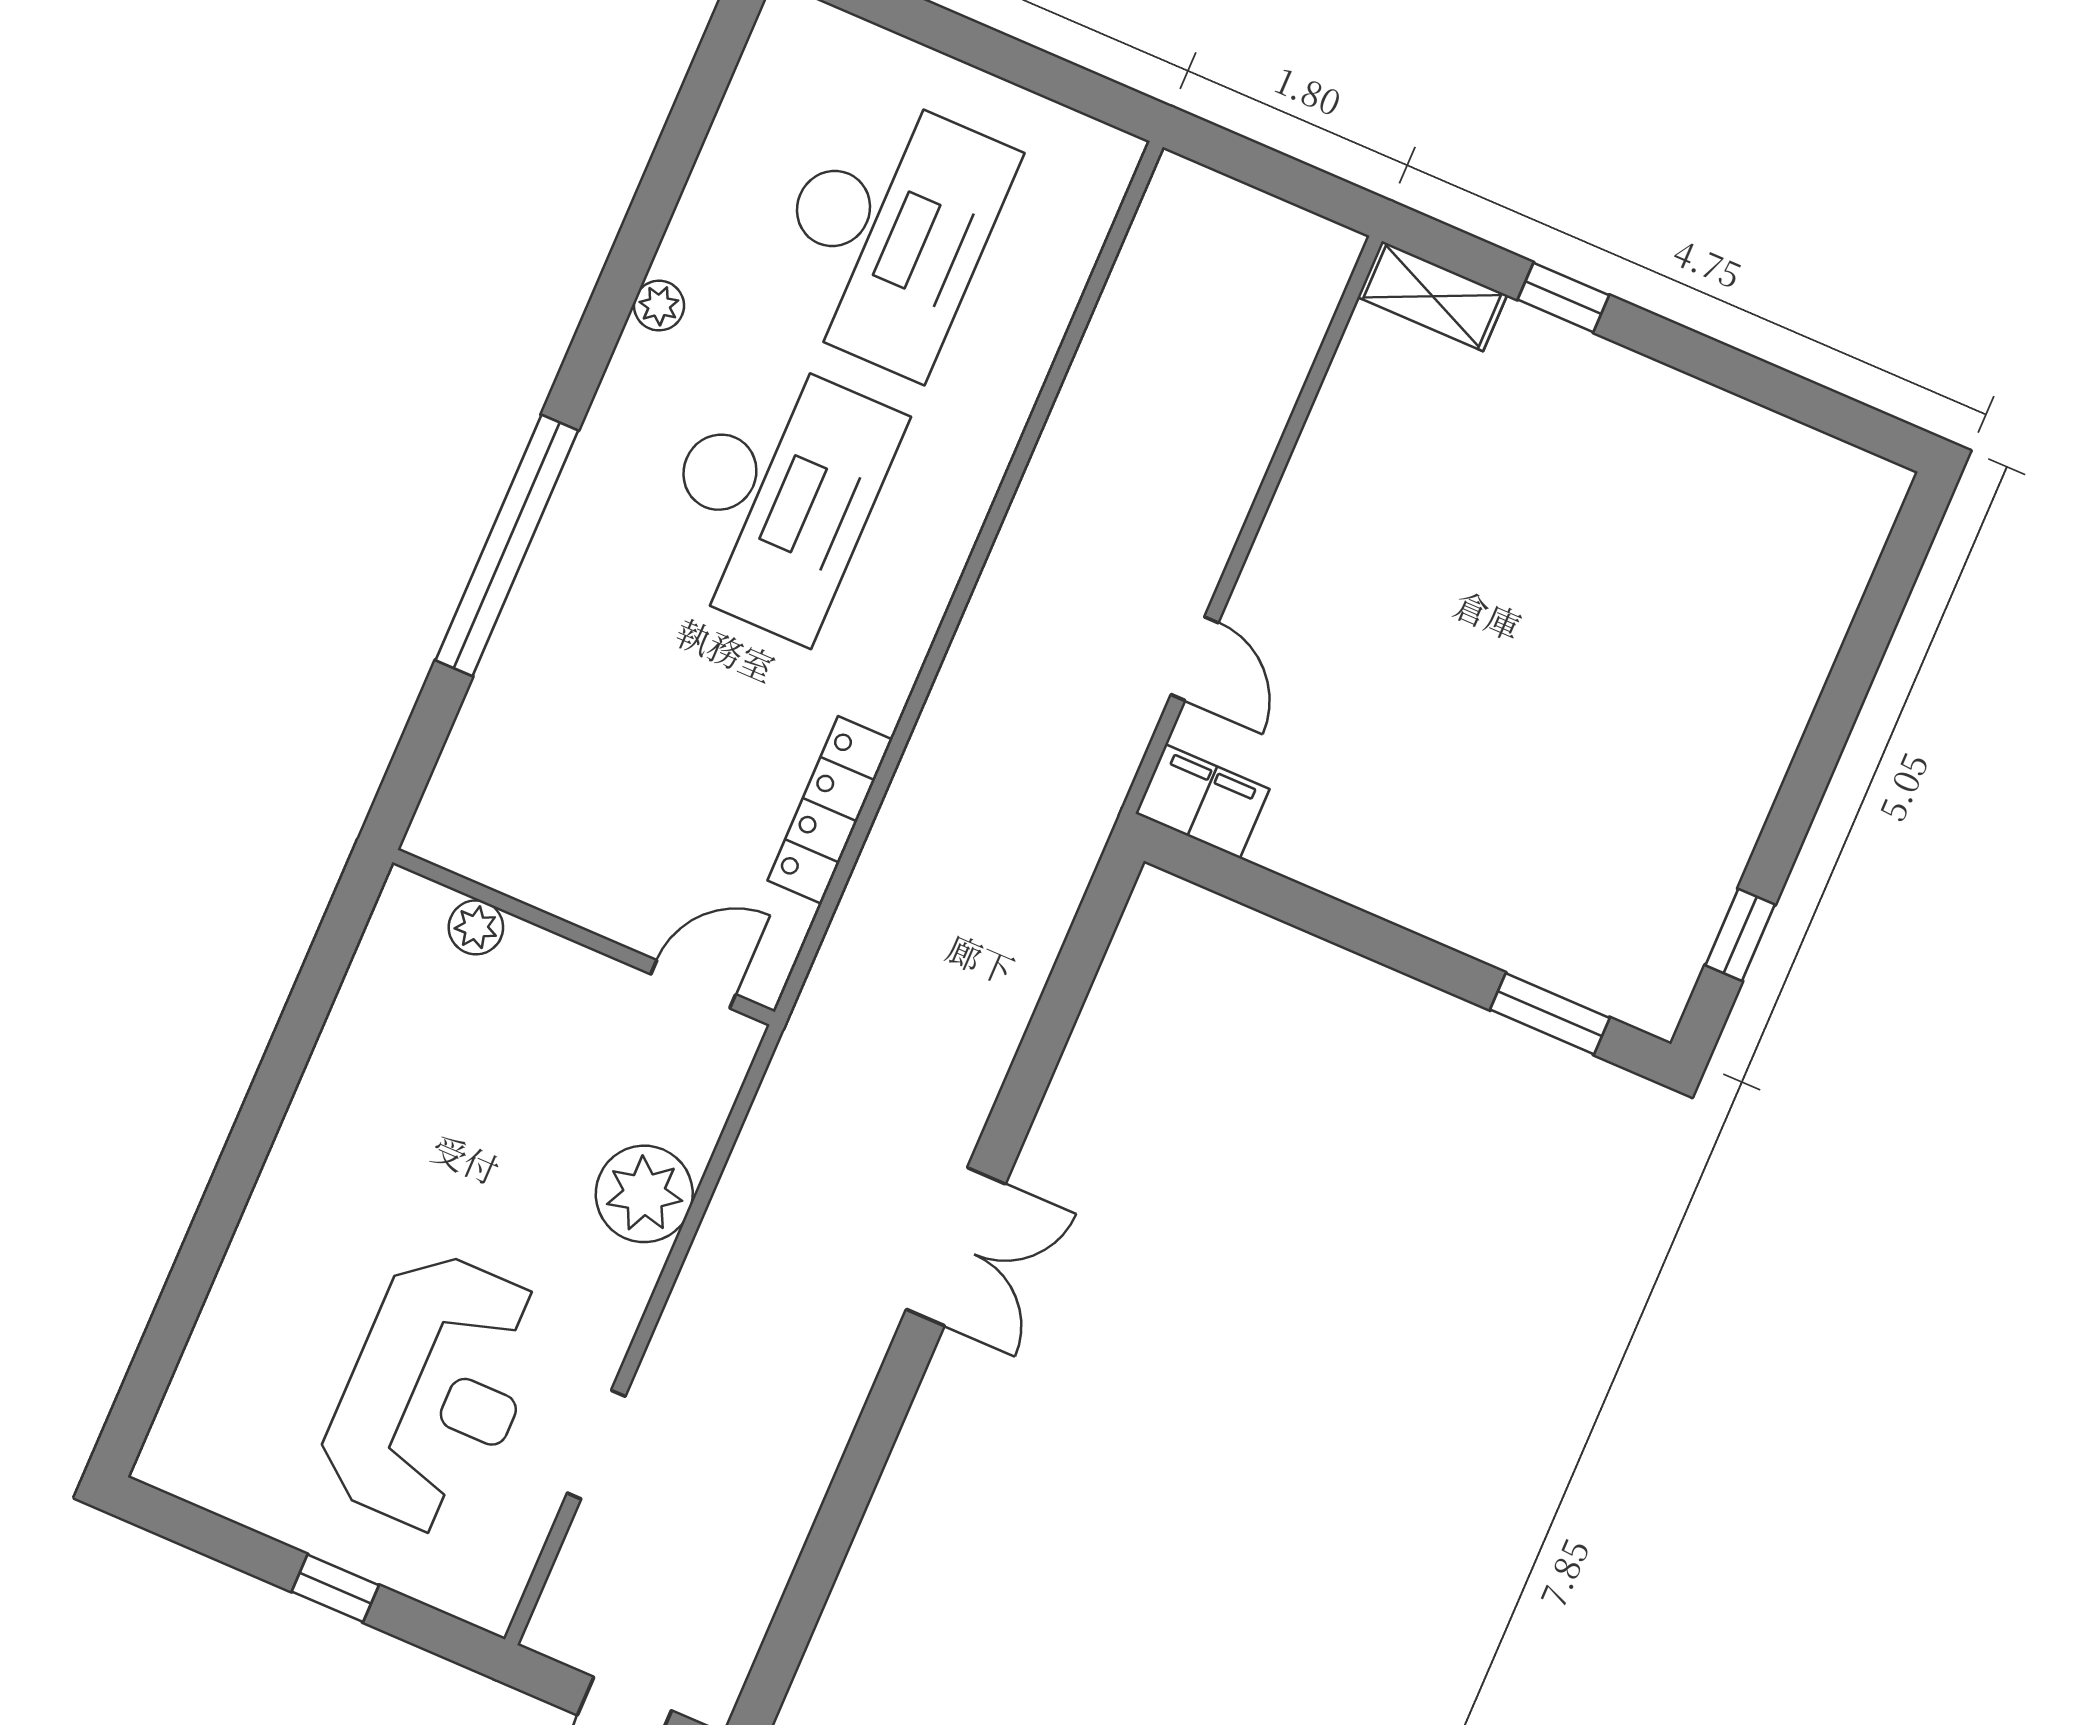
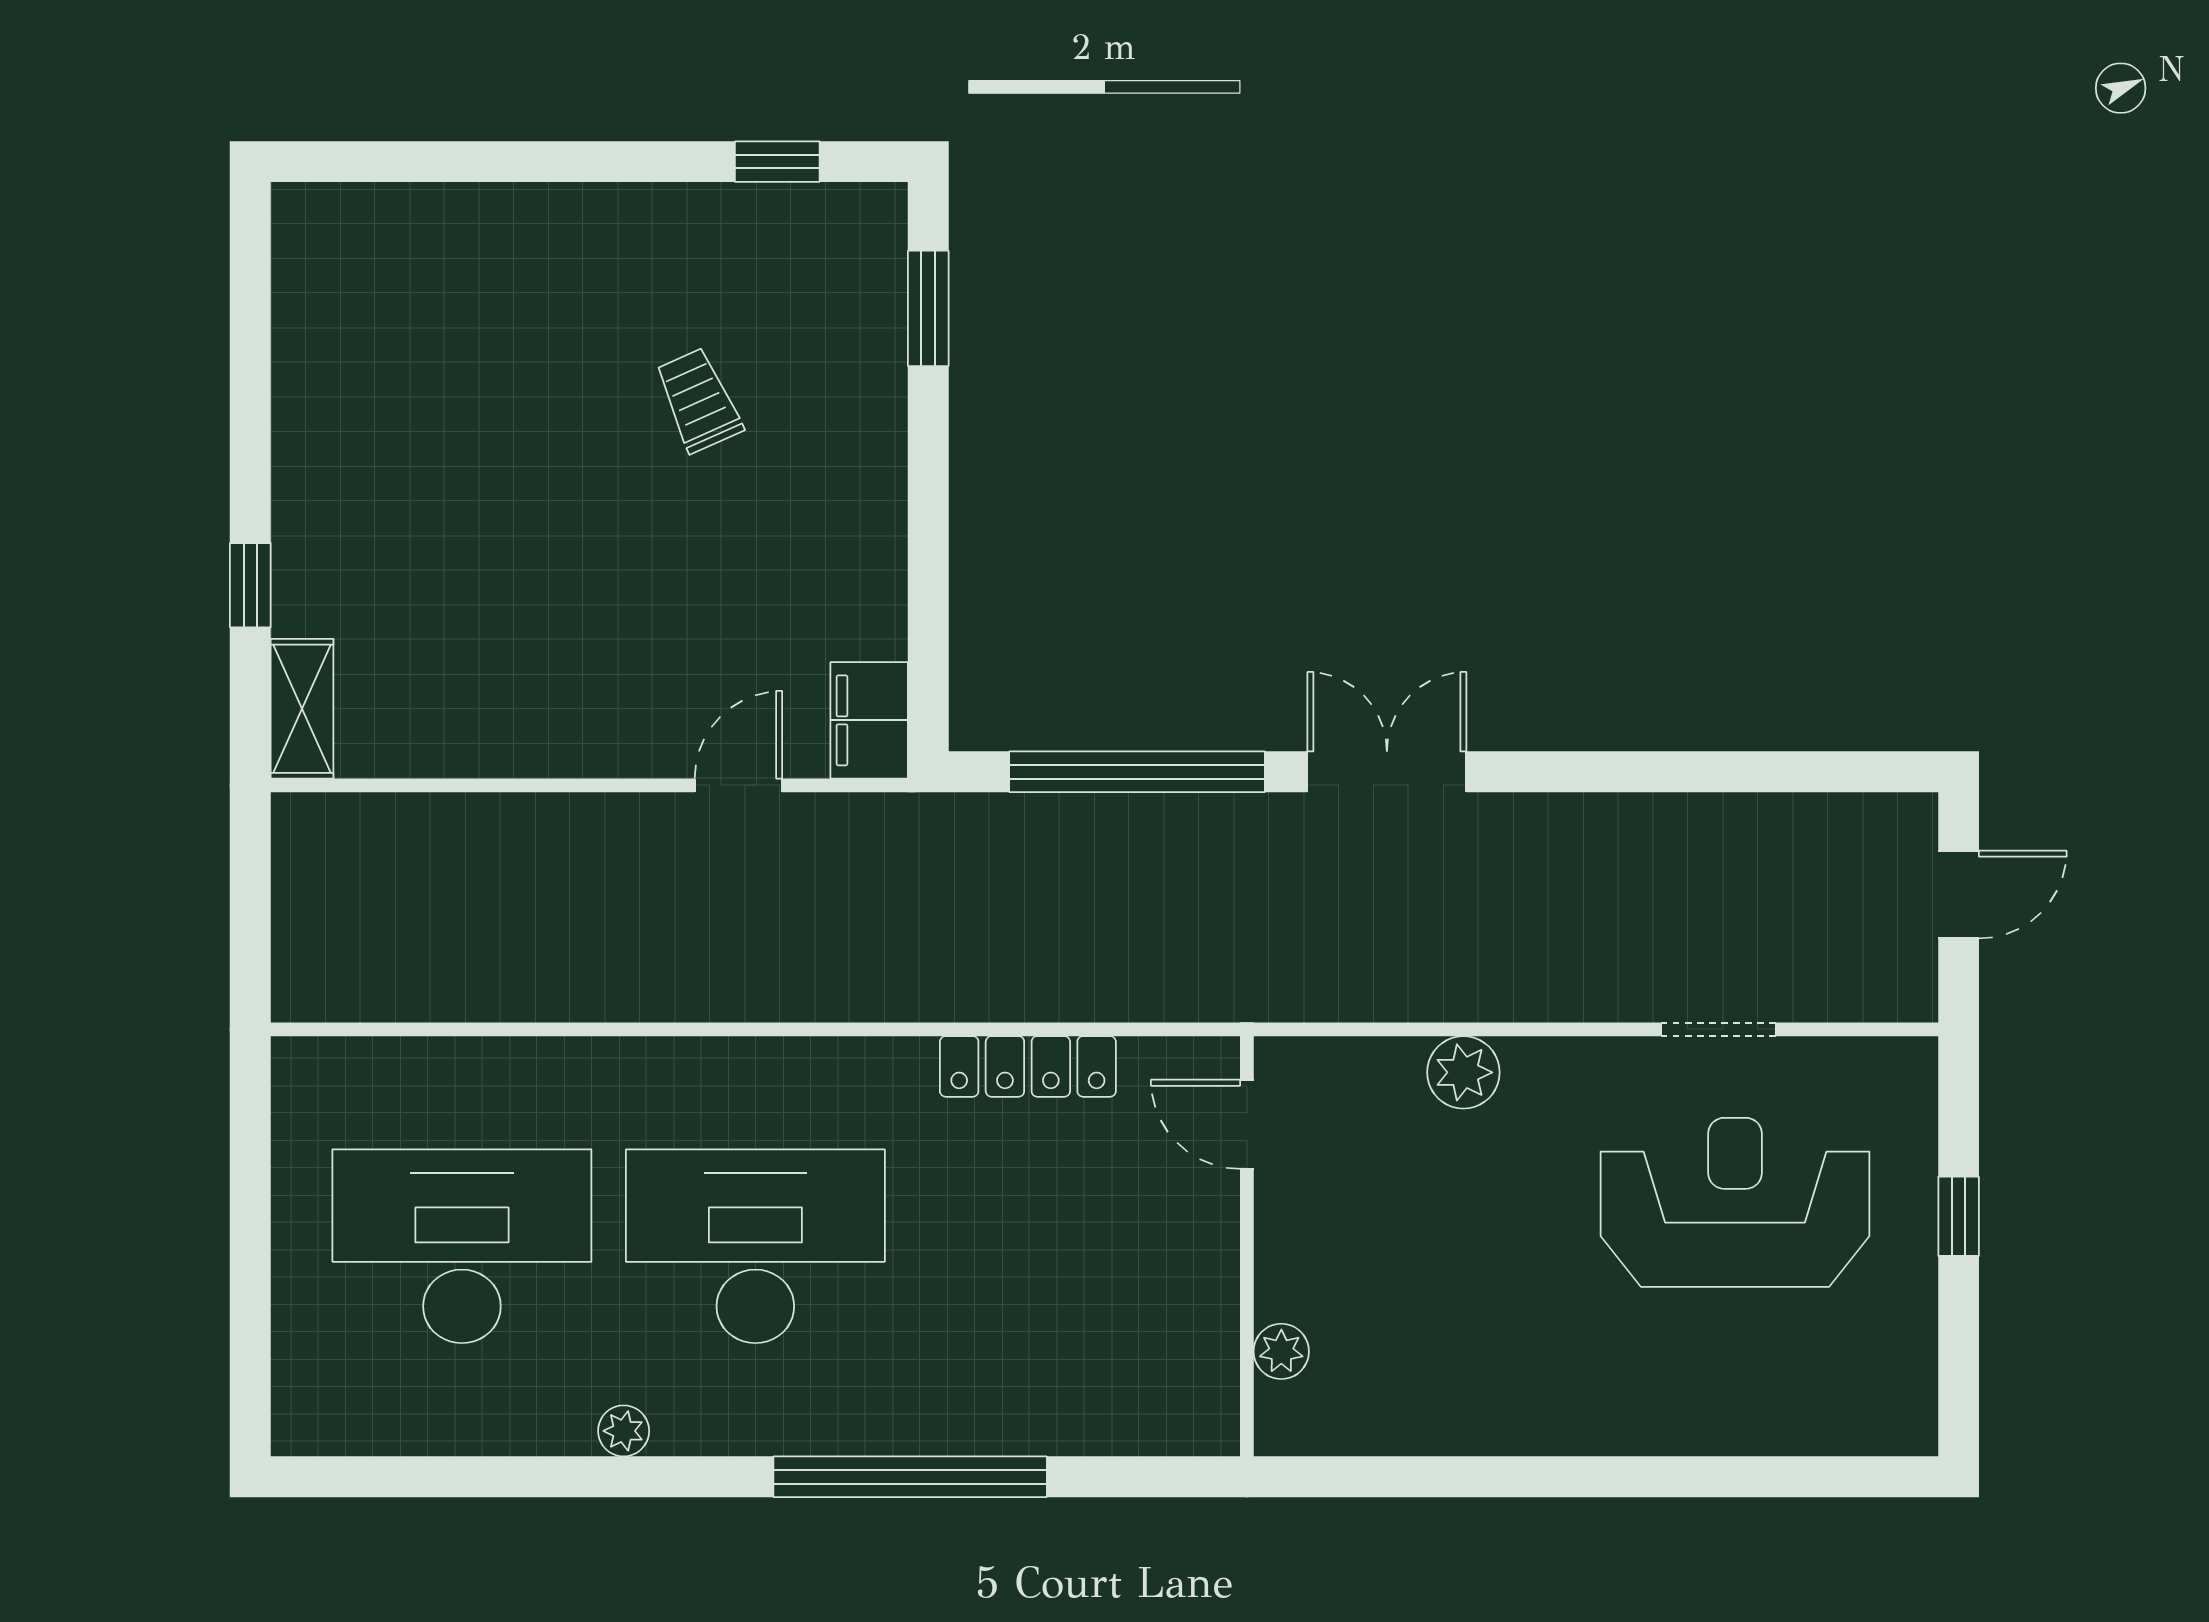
trolley: (1556, 772) -> (698, 400), added
window: (1053, 1022) -> (1137, 772), added
plant: (644, 1194) -> (1463, 1072), width x0.73, depth x0.73

